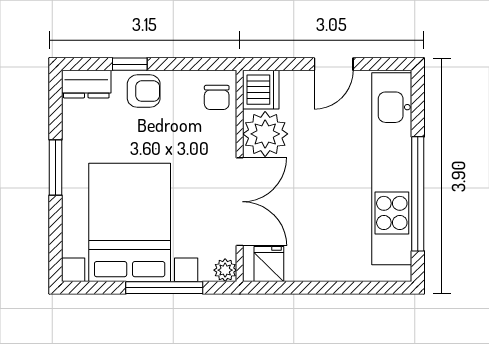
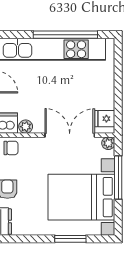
plant: (265, 134) -> (26, 127), width x0.53, depth x0.53
window: (56, 167) -> (70, 239), moved

